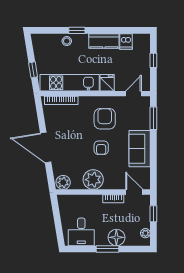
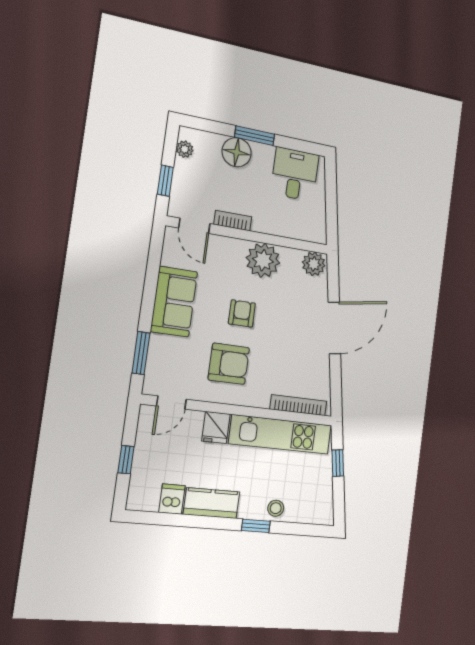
armchair: (105, 119) -> (229, 364), turned -90
door: (46, 147) -> (334, 328), hinge flipped

